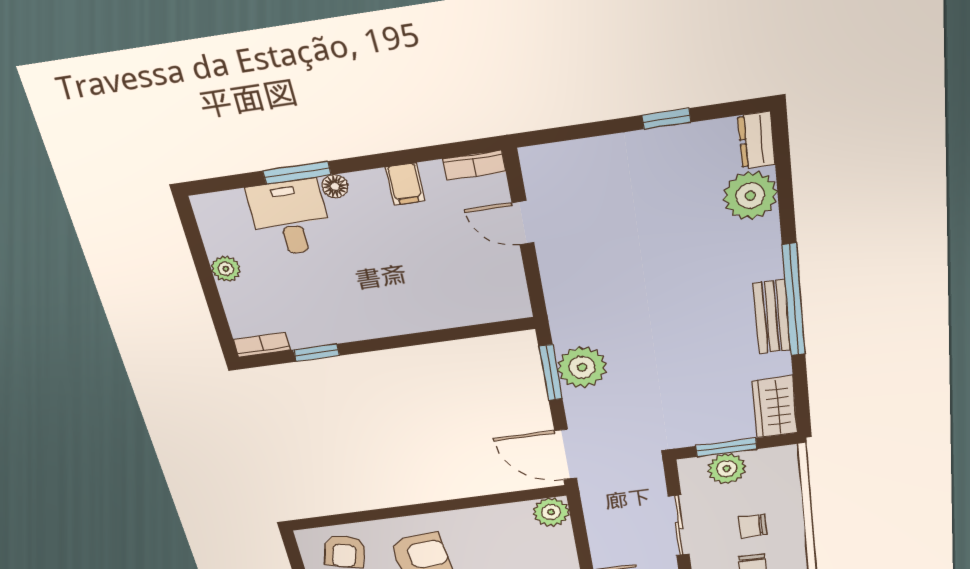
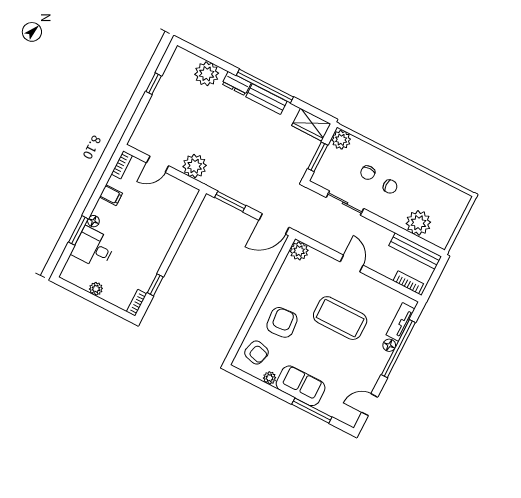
dresser: (757, 140) -> (236, 83), moved
plant: (582, 367) -> (195, 166), moved
plant: (727, 469) -> (341, 140), moved

